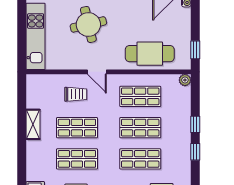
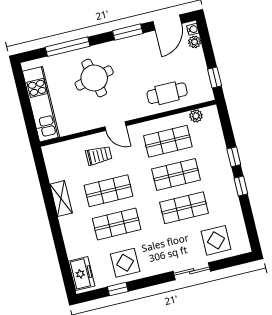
plant: (185, 14) -> (195, 42), added
cafe table: (150, 54) -> (167, 93), width x0.73, depth x0.74
plant: (185, 80) -> (196, 116), moved

